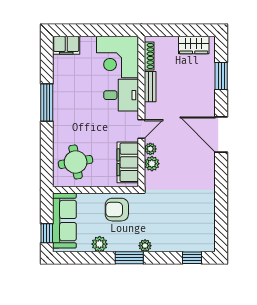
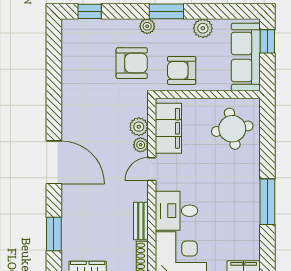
armchair: (117, 210) -> (182, 70), turned 180
armchair: (158, 216) -> (132, 63), added

